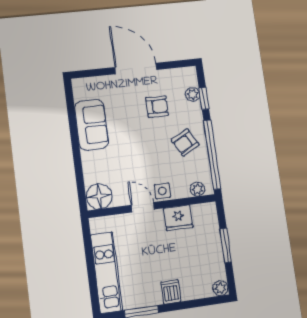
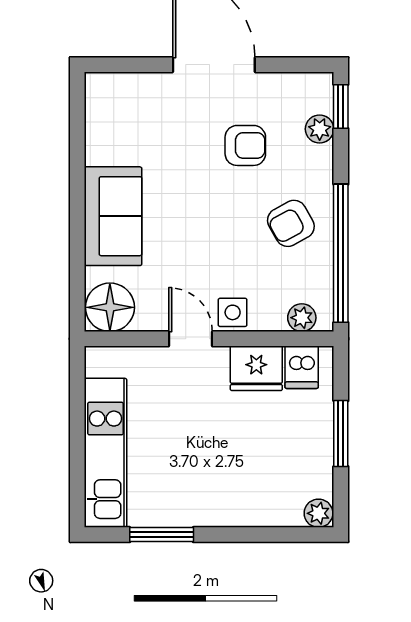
window: (204, 98) -> (341, 106), moved
sofa: (92, 125) -> (113, 216), moved
dishwasher: (171, 292) -> (302, 367), moved, turned 180

